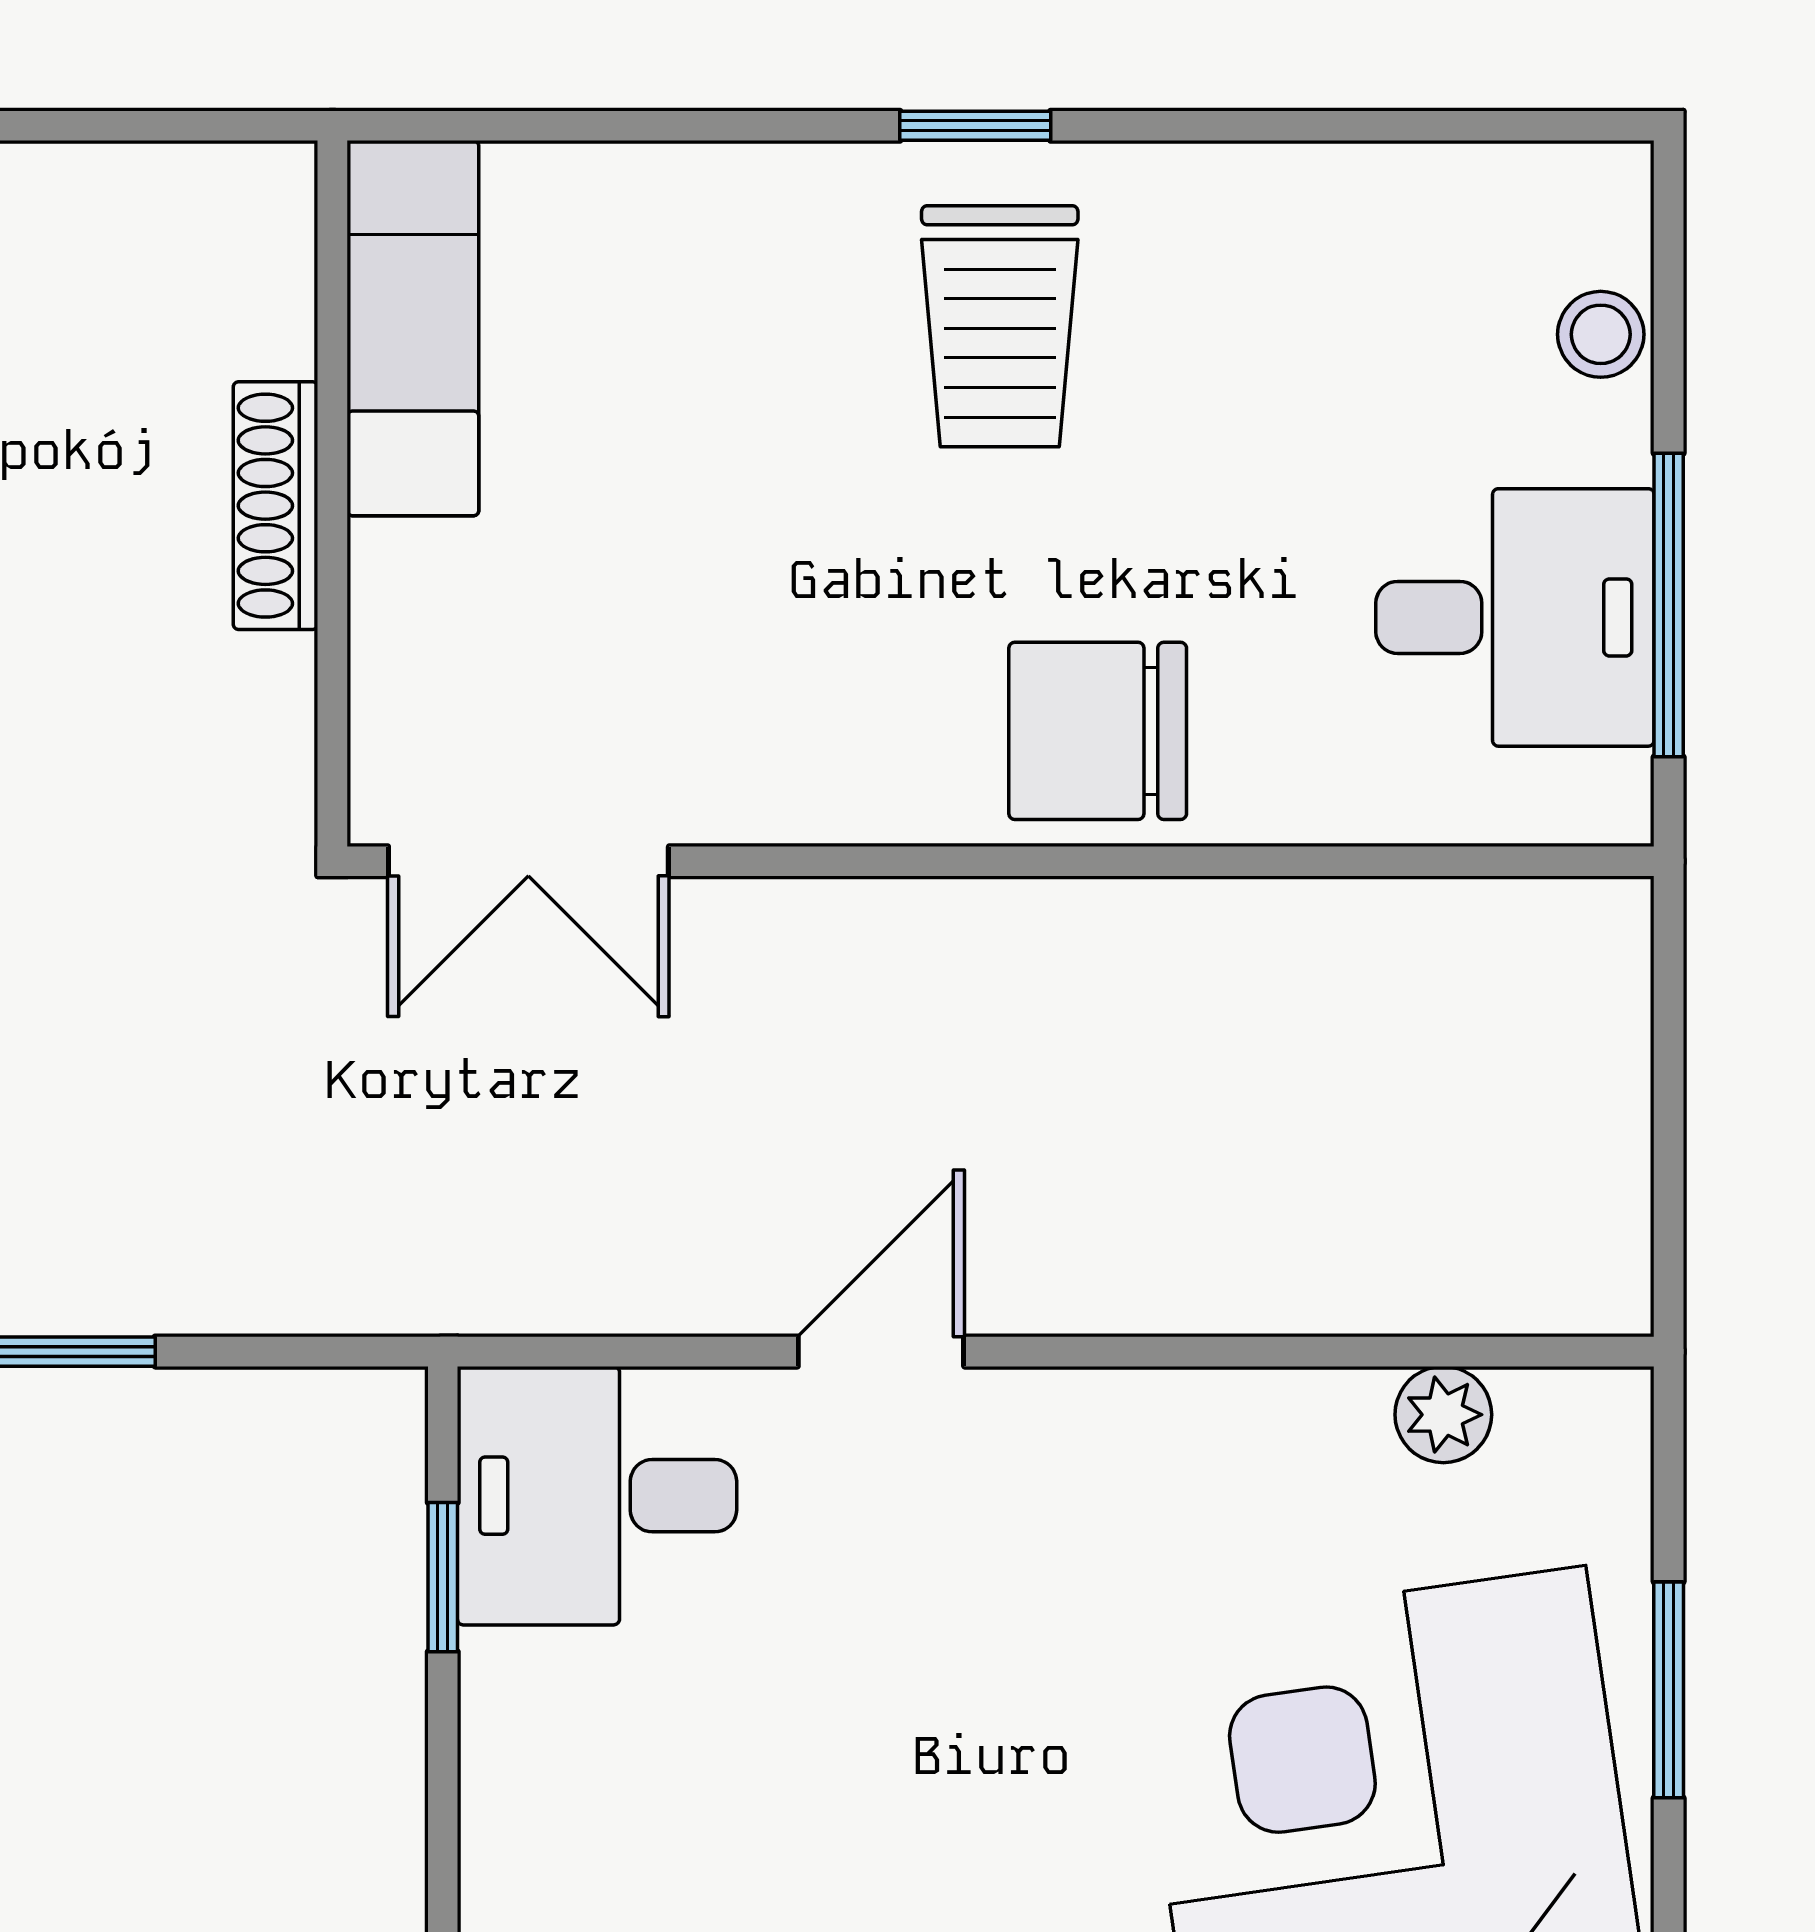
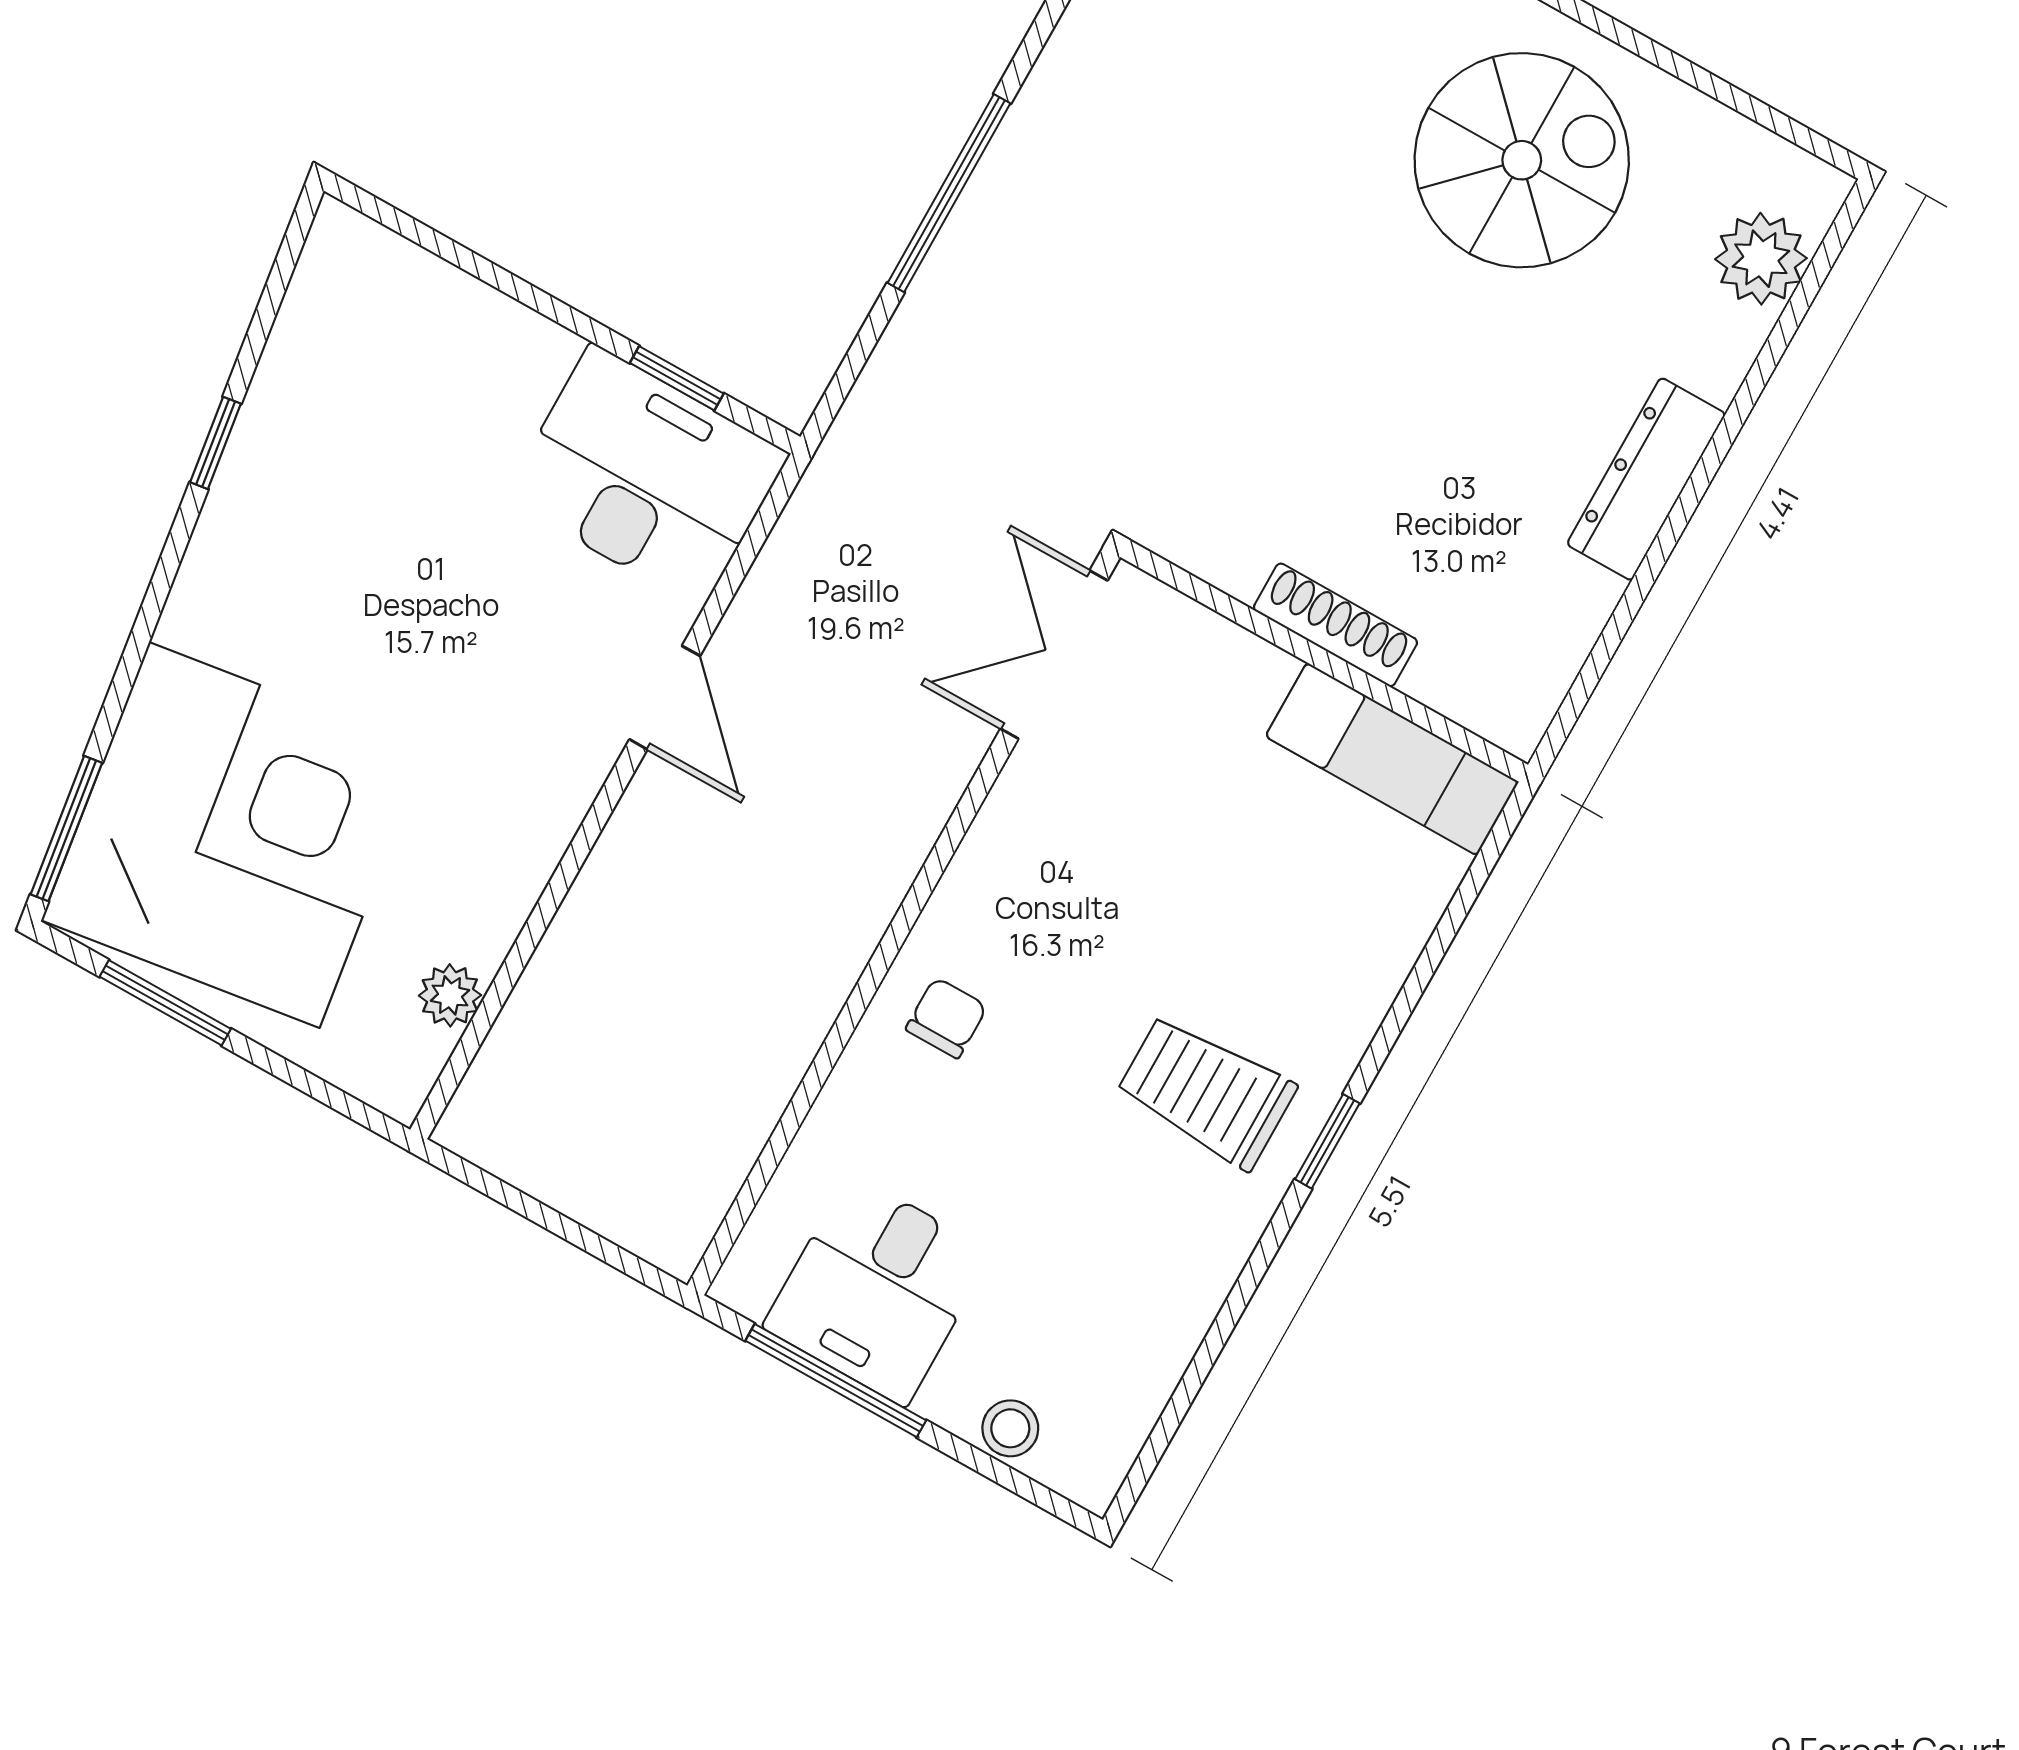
chair: (1098, 731) -> (946, 1018), width x0.54, depth x0.54
desk: (597, 1496) -> (646, 476), width x1.37
window: (1669, 1690) -> (165, 1003), moved

